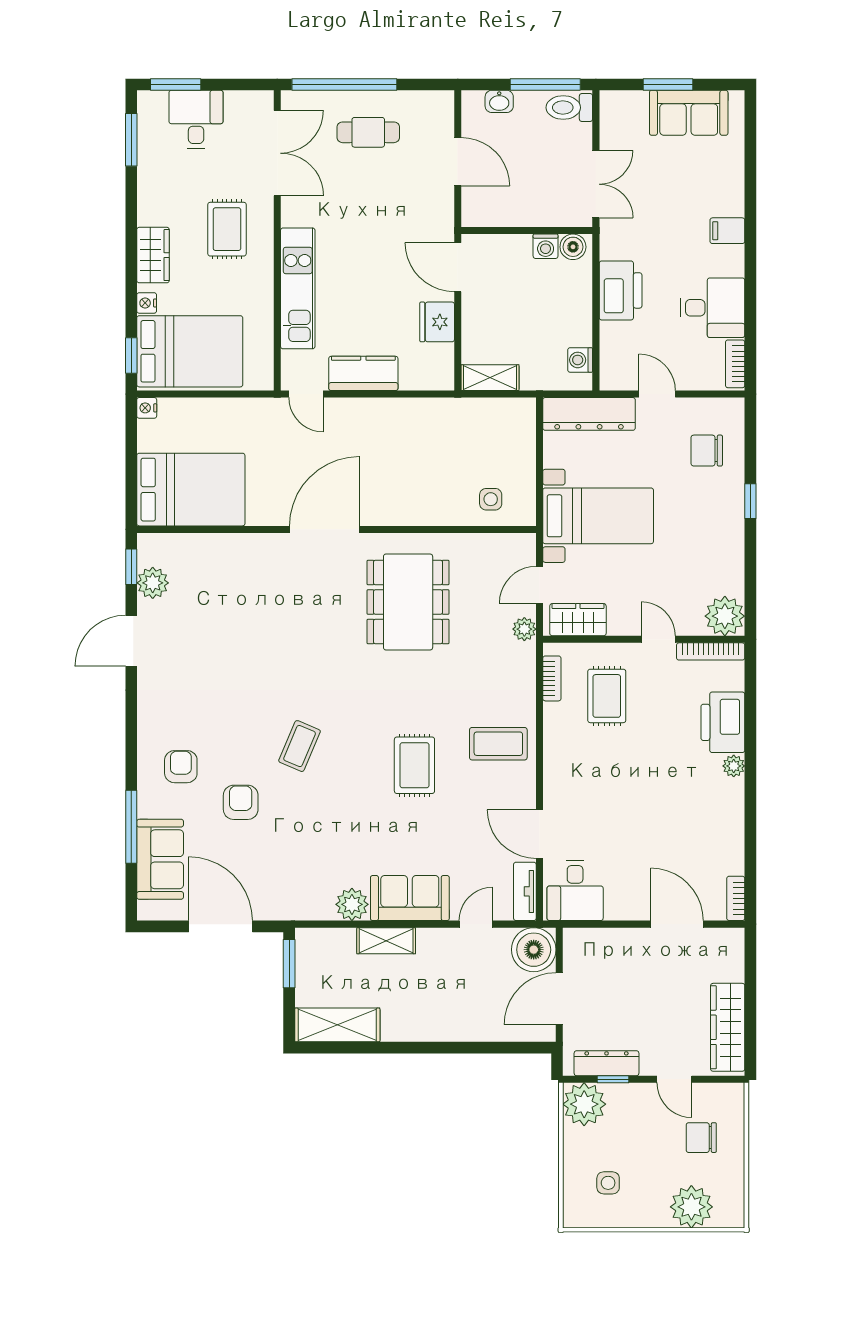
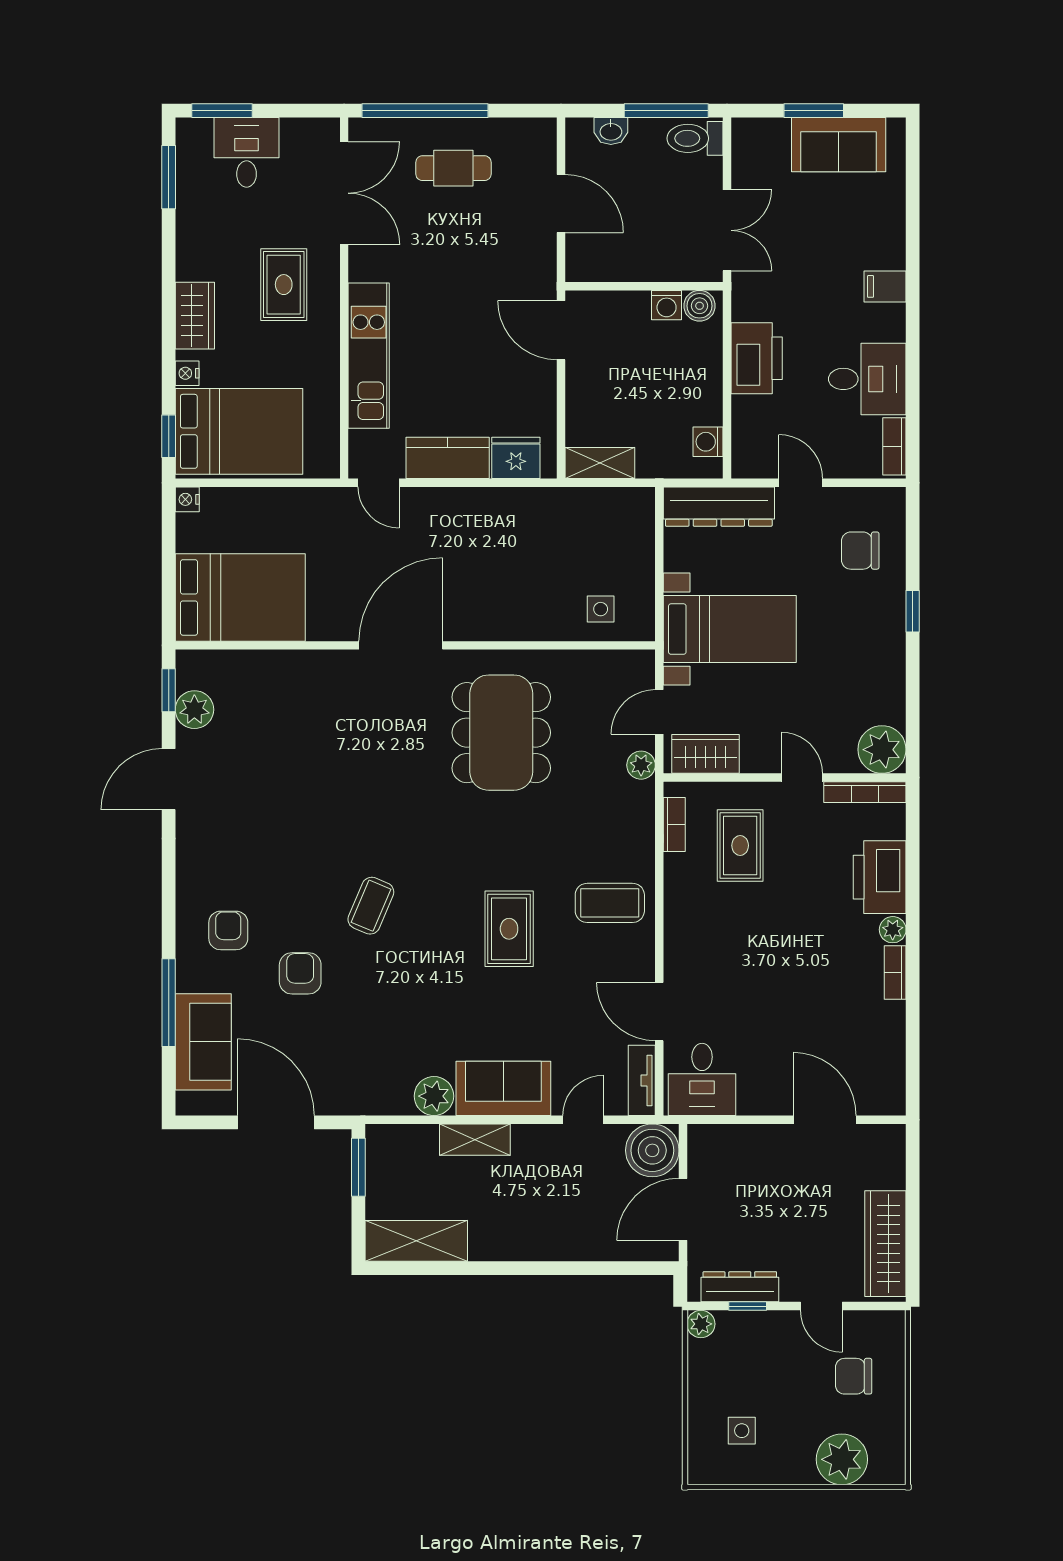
fridge: (437, 322) -> (516, 458), moved, turned 90
bookcase: (736, 898) -> (895, 972), moved
plant: (584, 1104) -> (701, 1324), width x0.53, depth x0.53

